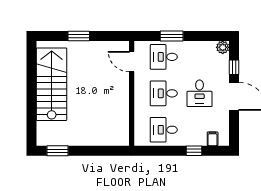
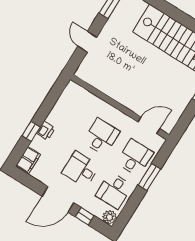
desk: (164, 130) -> (114, 190), moved, turned 180
filing cabinet: (213, 139) -> (28, 160), width x2.00
printer: (186, 140) -> (46, 131), added
door: (96, 151) -> (87, 42), added

